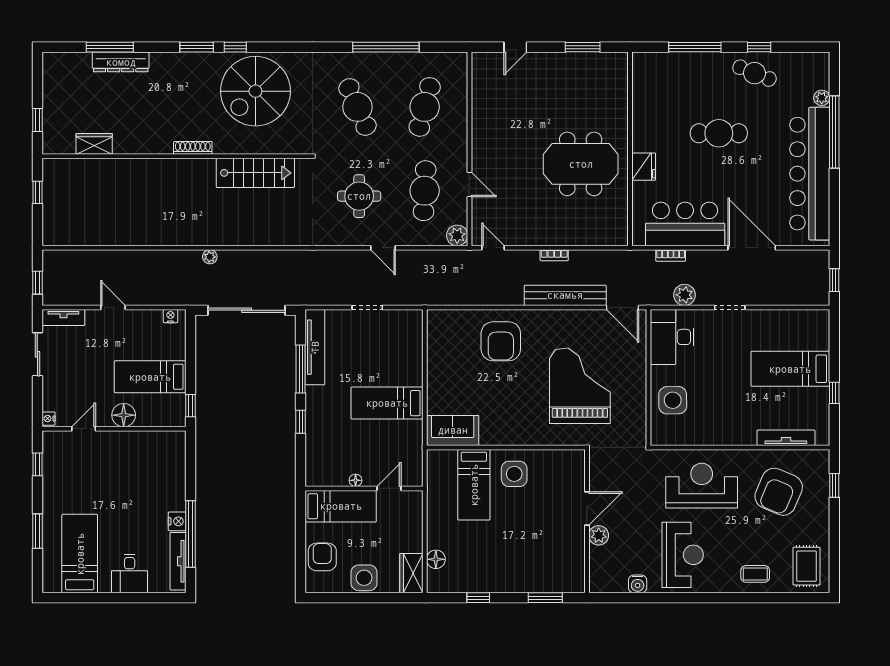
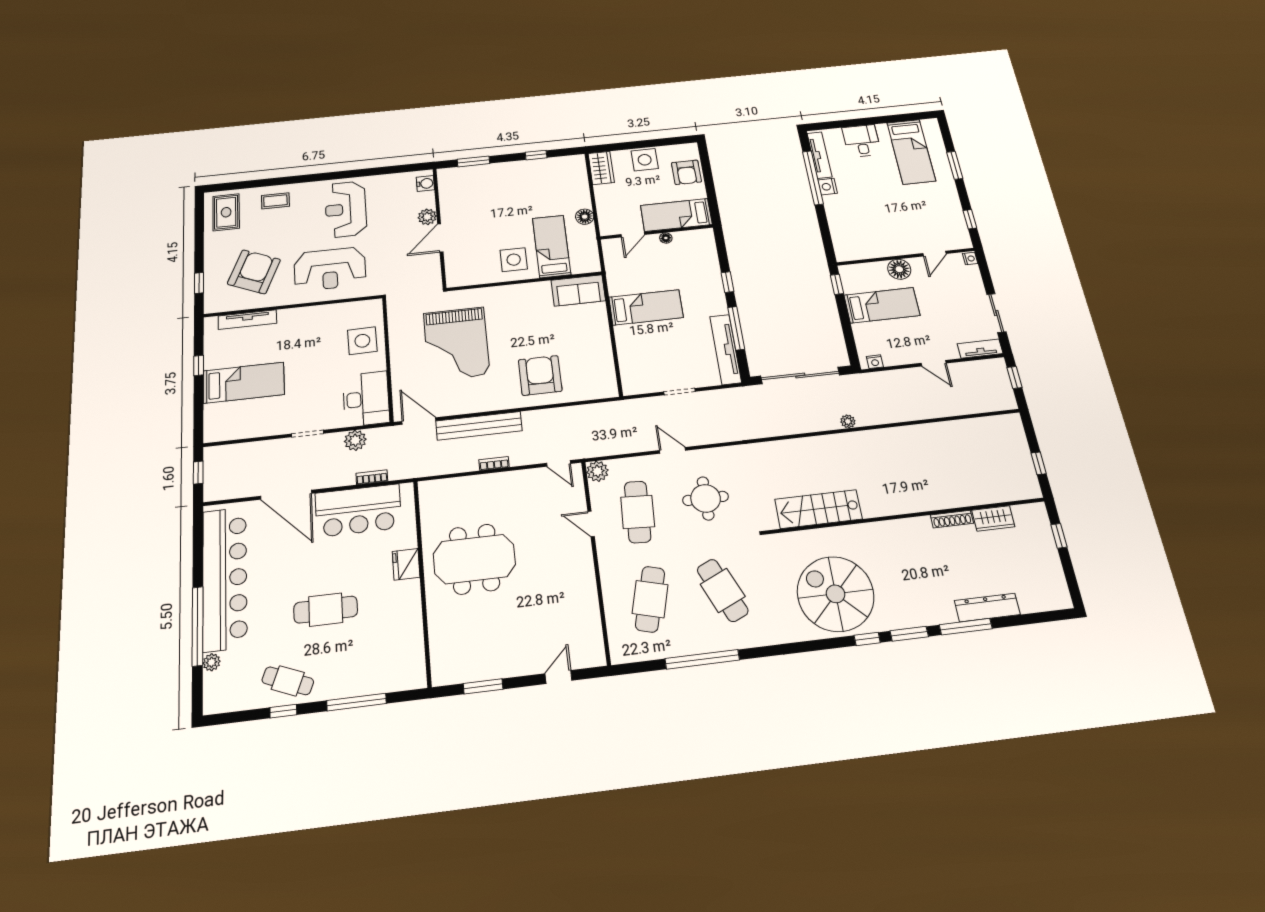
window: (110, 47) -> (966, 627), moved
spiral stairs: (255, 91) -> (836, 594), turned -90
shoe rack: (193, 148) -> (952, 519), moved
floor lamp: (436, 559) -> (585, 217), moved
water cooler: (638, 584) -> (425, 184), moved, turned 90

